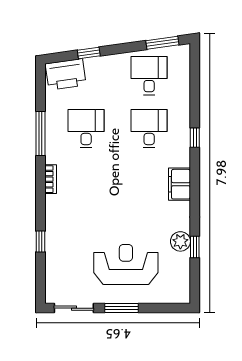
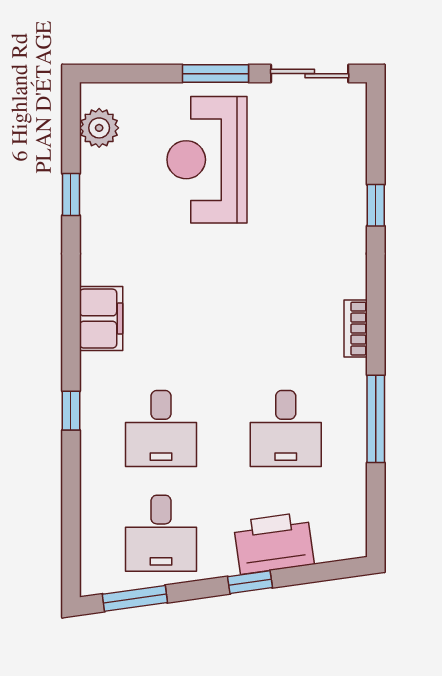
window: (89, 53) -> (250, 582), moved
printer: (66, 74) -> (274, 543), moved
plant: (180, 241) -> (99, 128), moved
reception desk: (126, 265) -> (207, 160), turned 90

